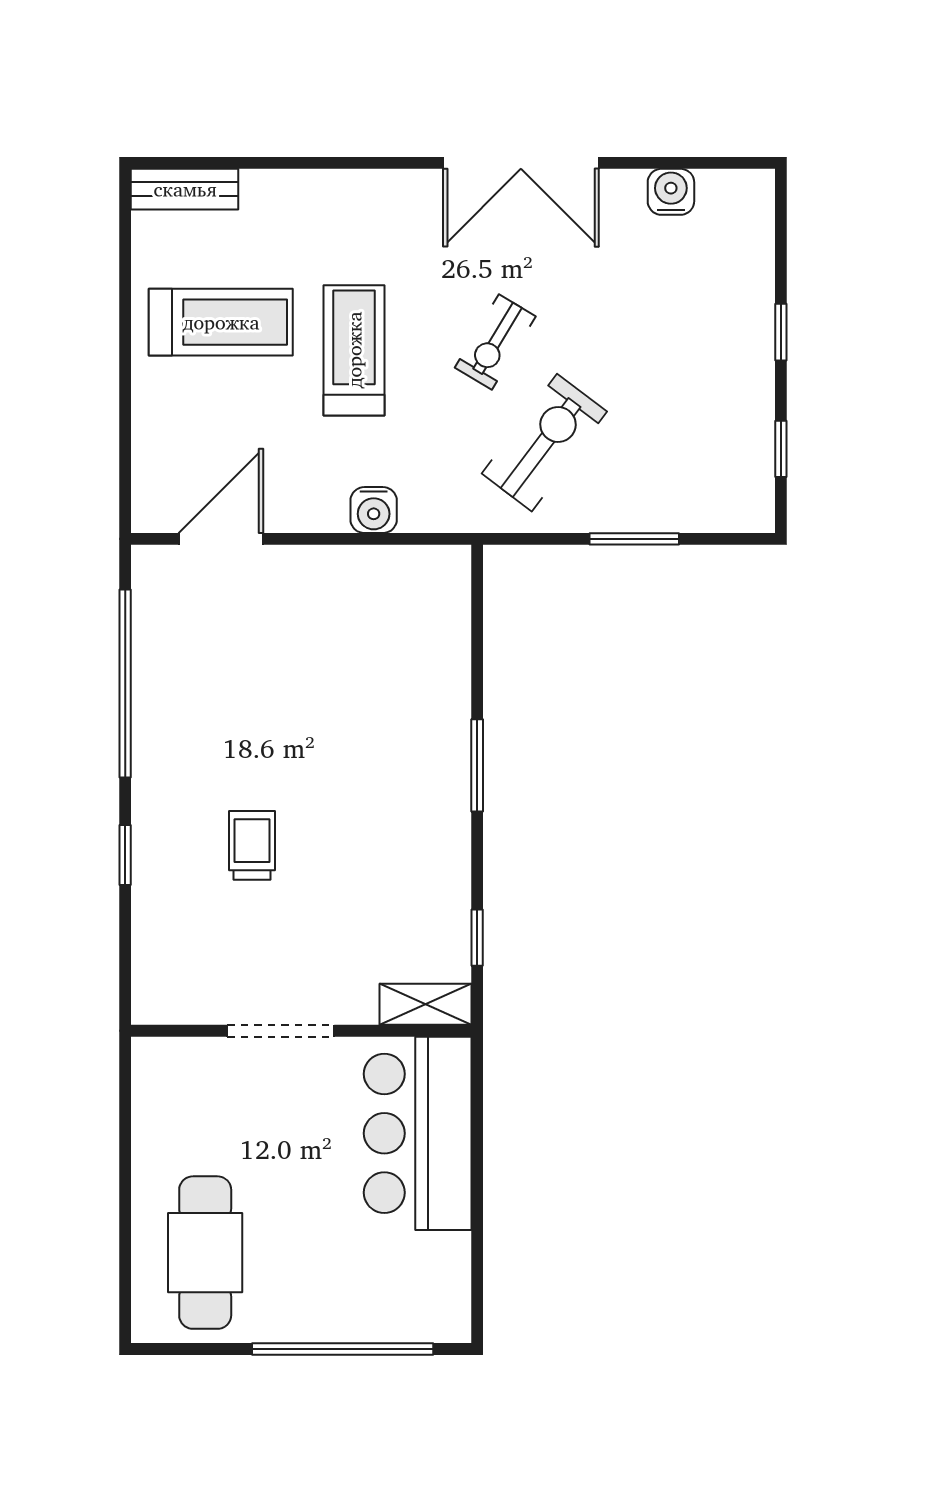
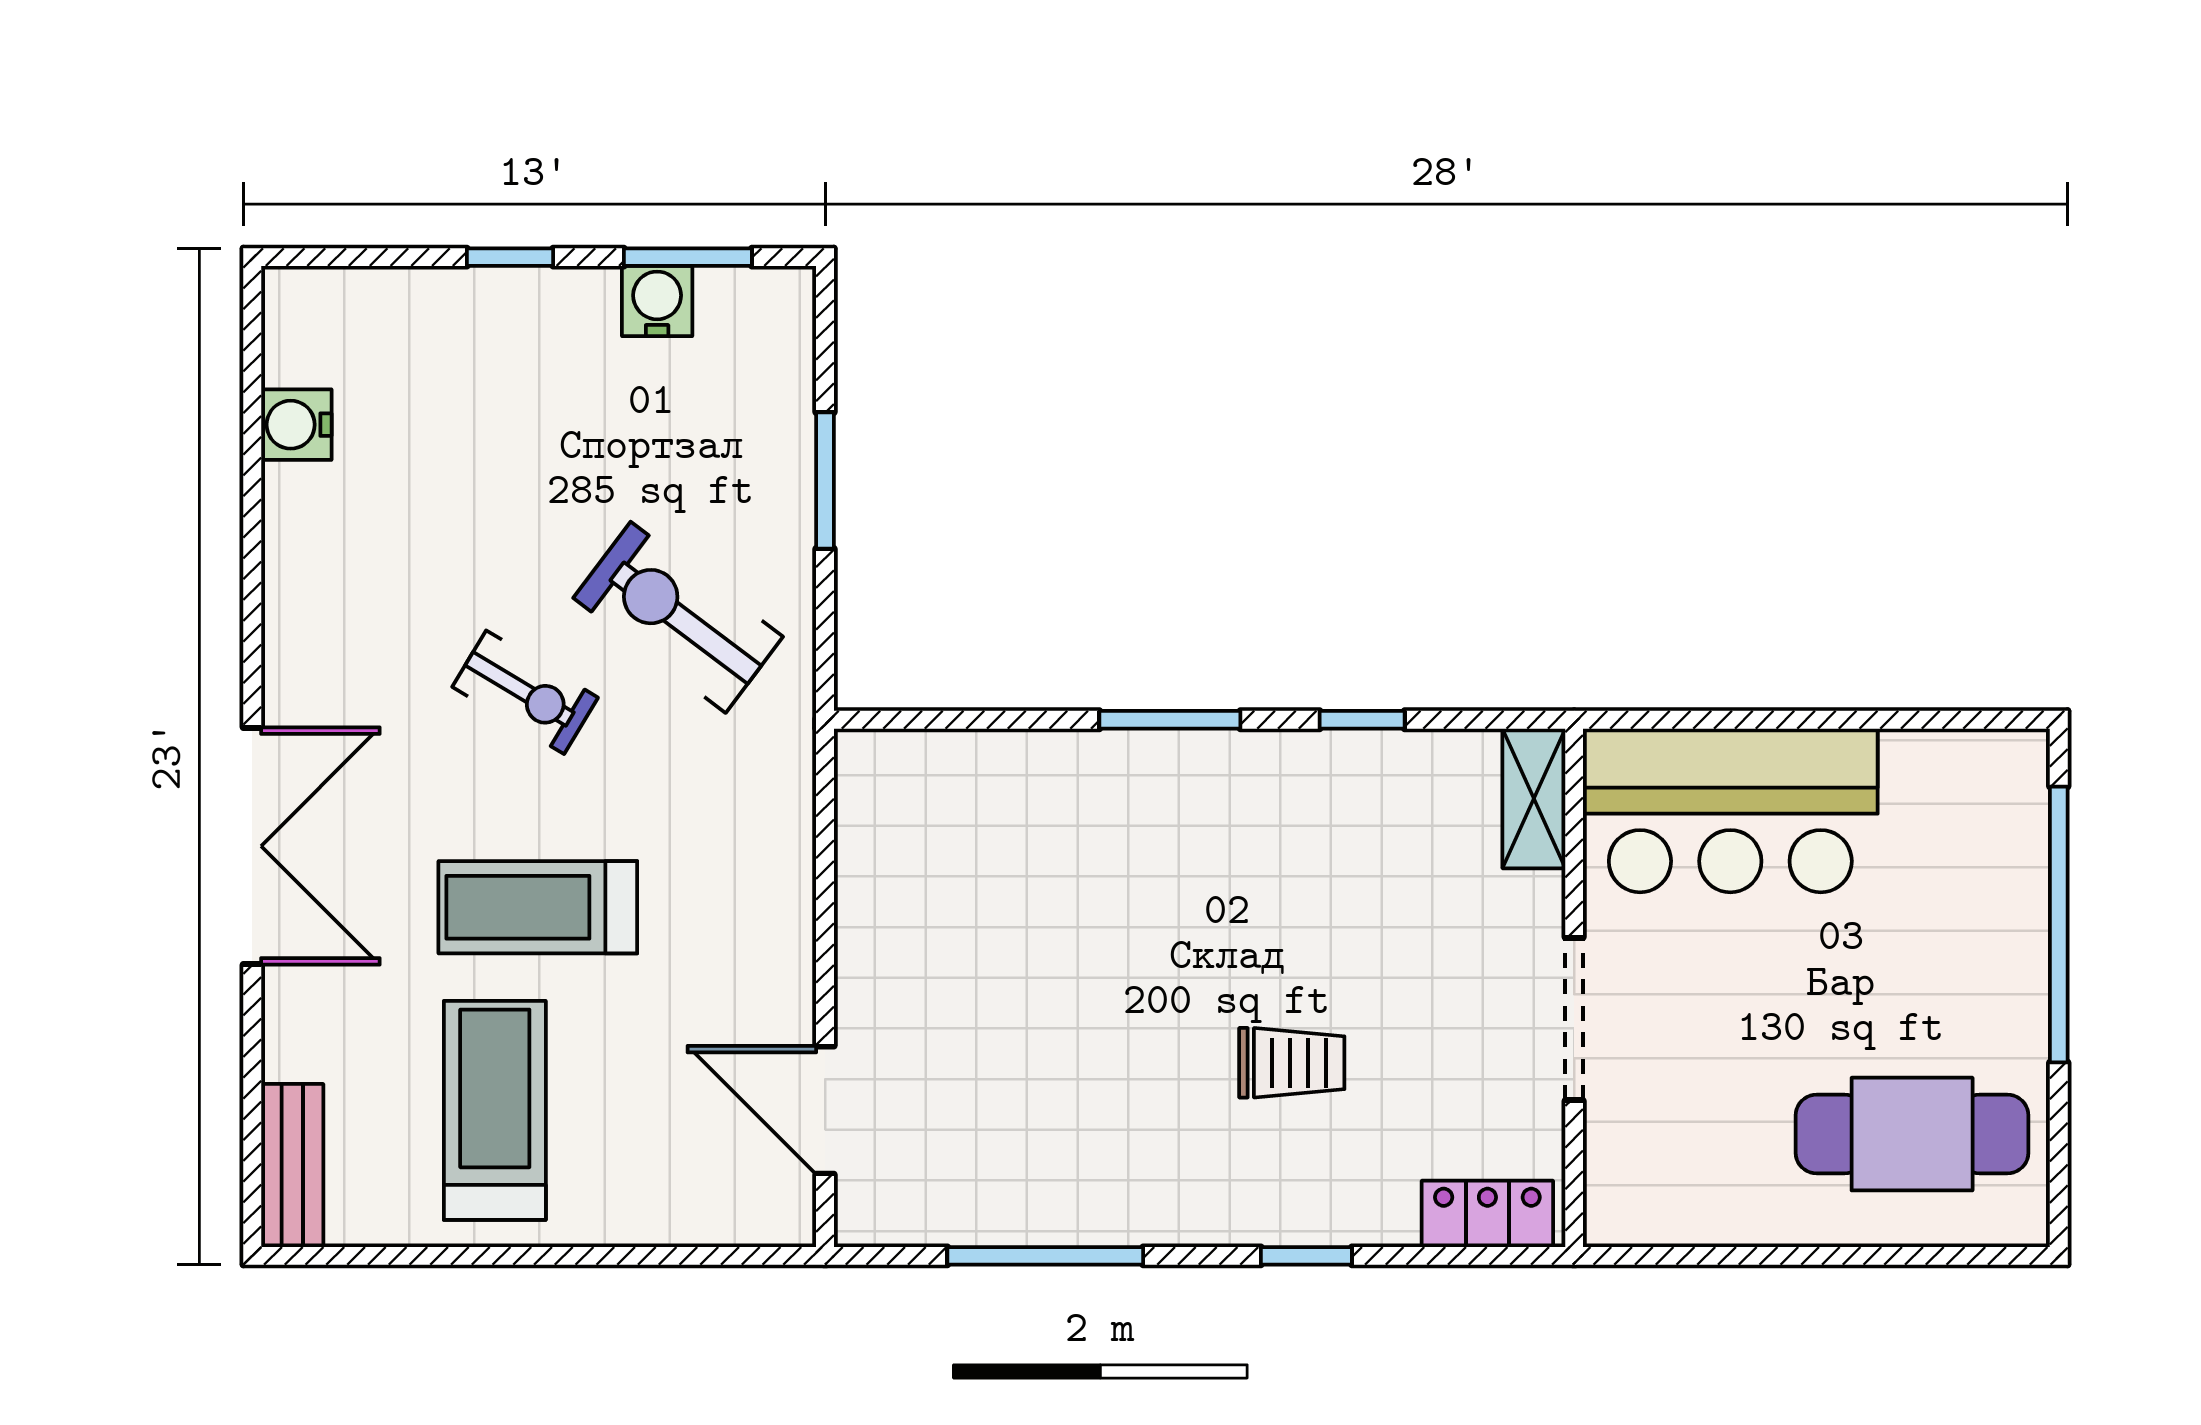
double door: (521, 163) -> (252, 846), moved
window: (781, 449) -> (688, 257), width x1.50
water cooler: (374, 510) -> (657, 301), moved, turned -90
window: (125, 683) -> (1045, 1256), width x0.68
trolley: (252, 845) -> (1292, 1063), turned 180
window: (477, 938) -> (1362, 720), moved
locker: (153, 974) -> (1487, 1214), added

